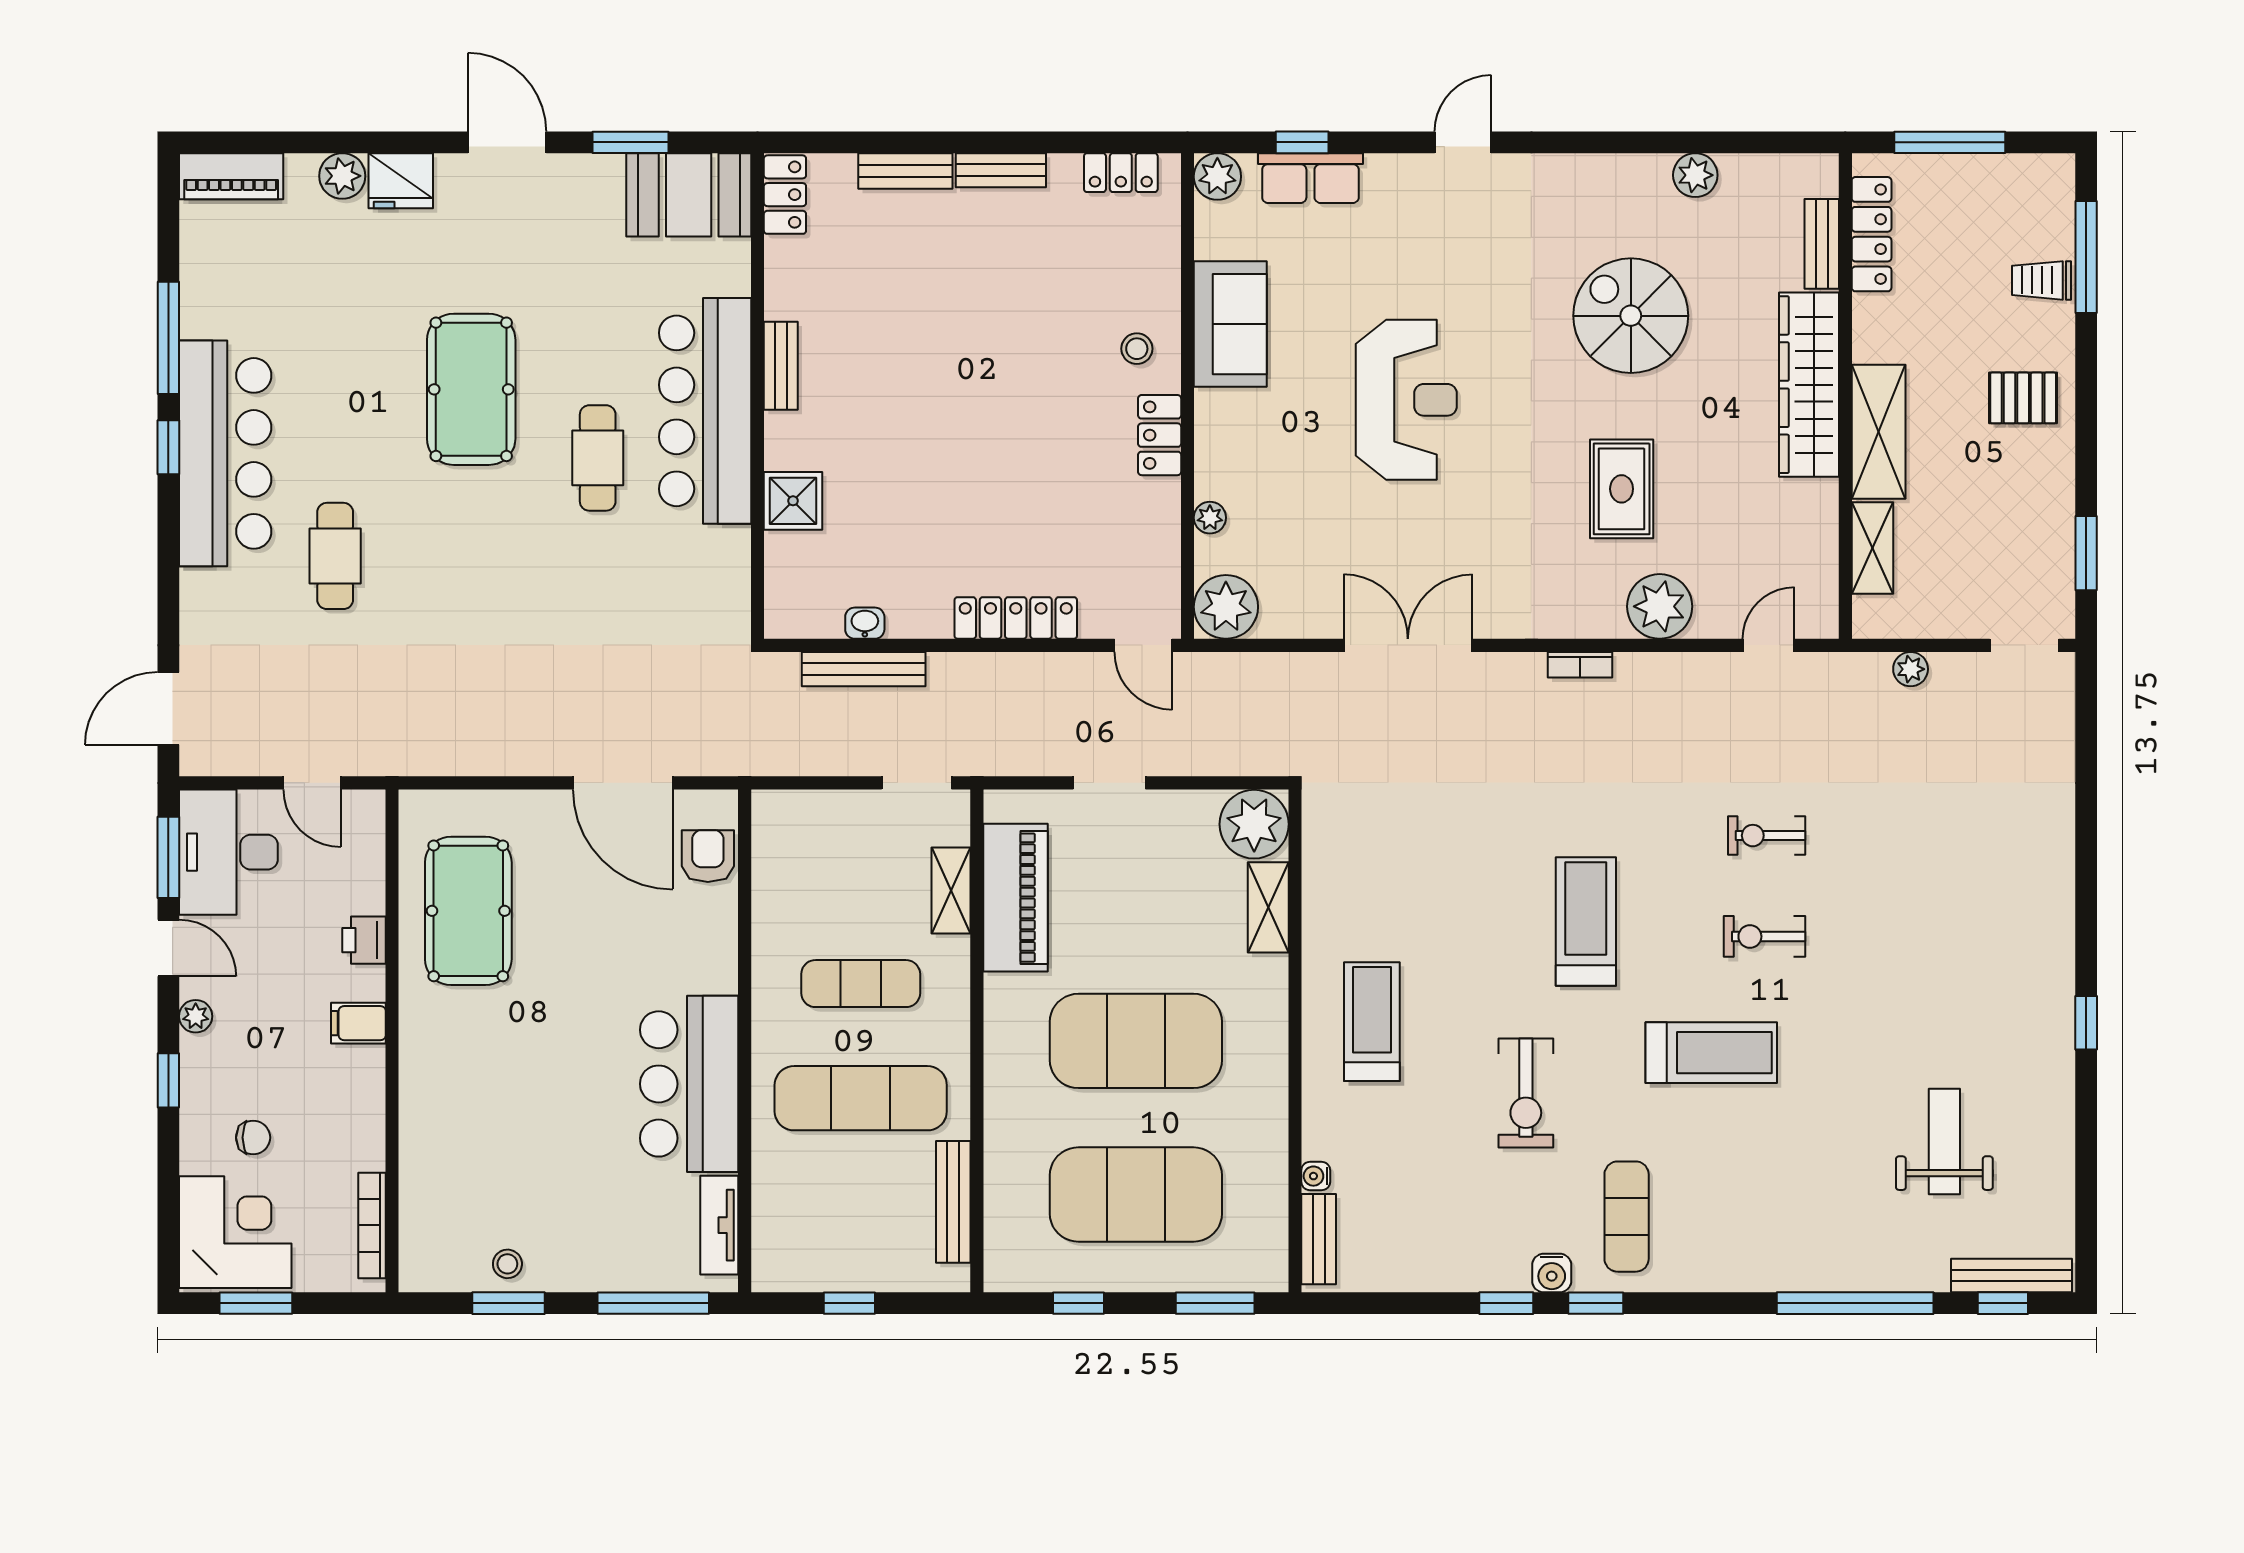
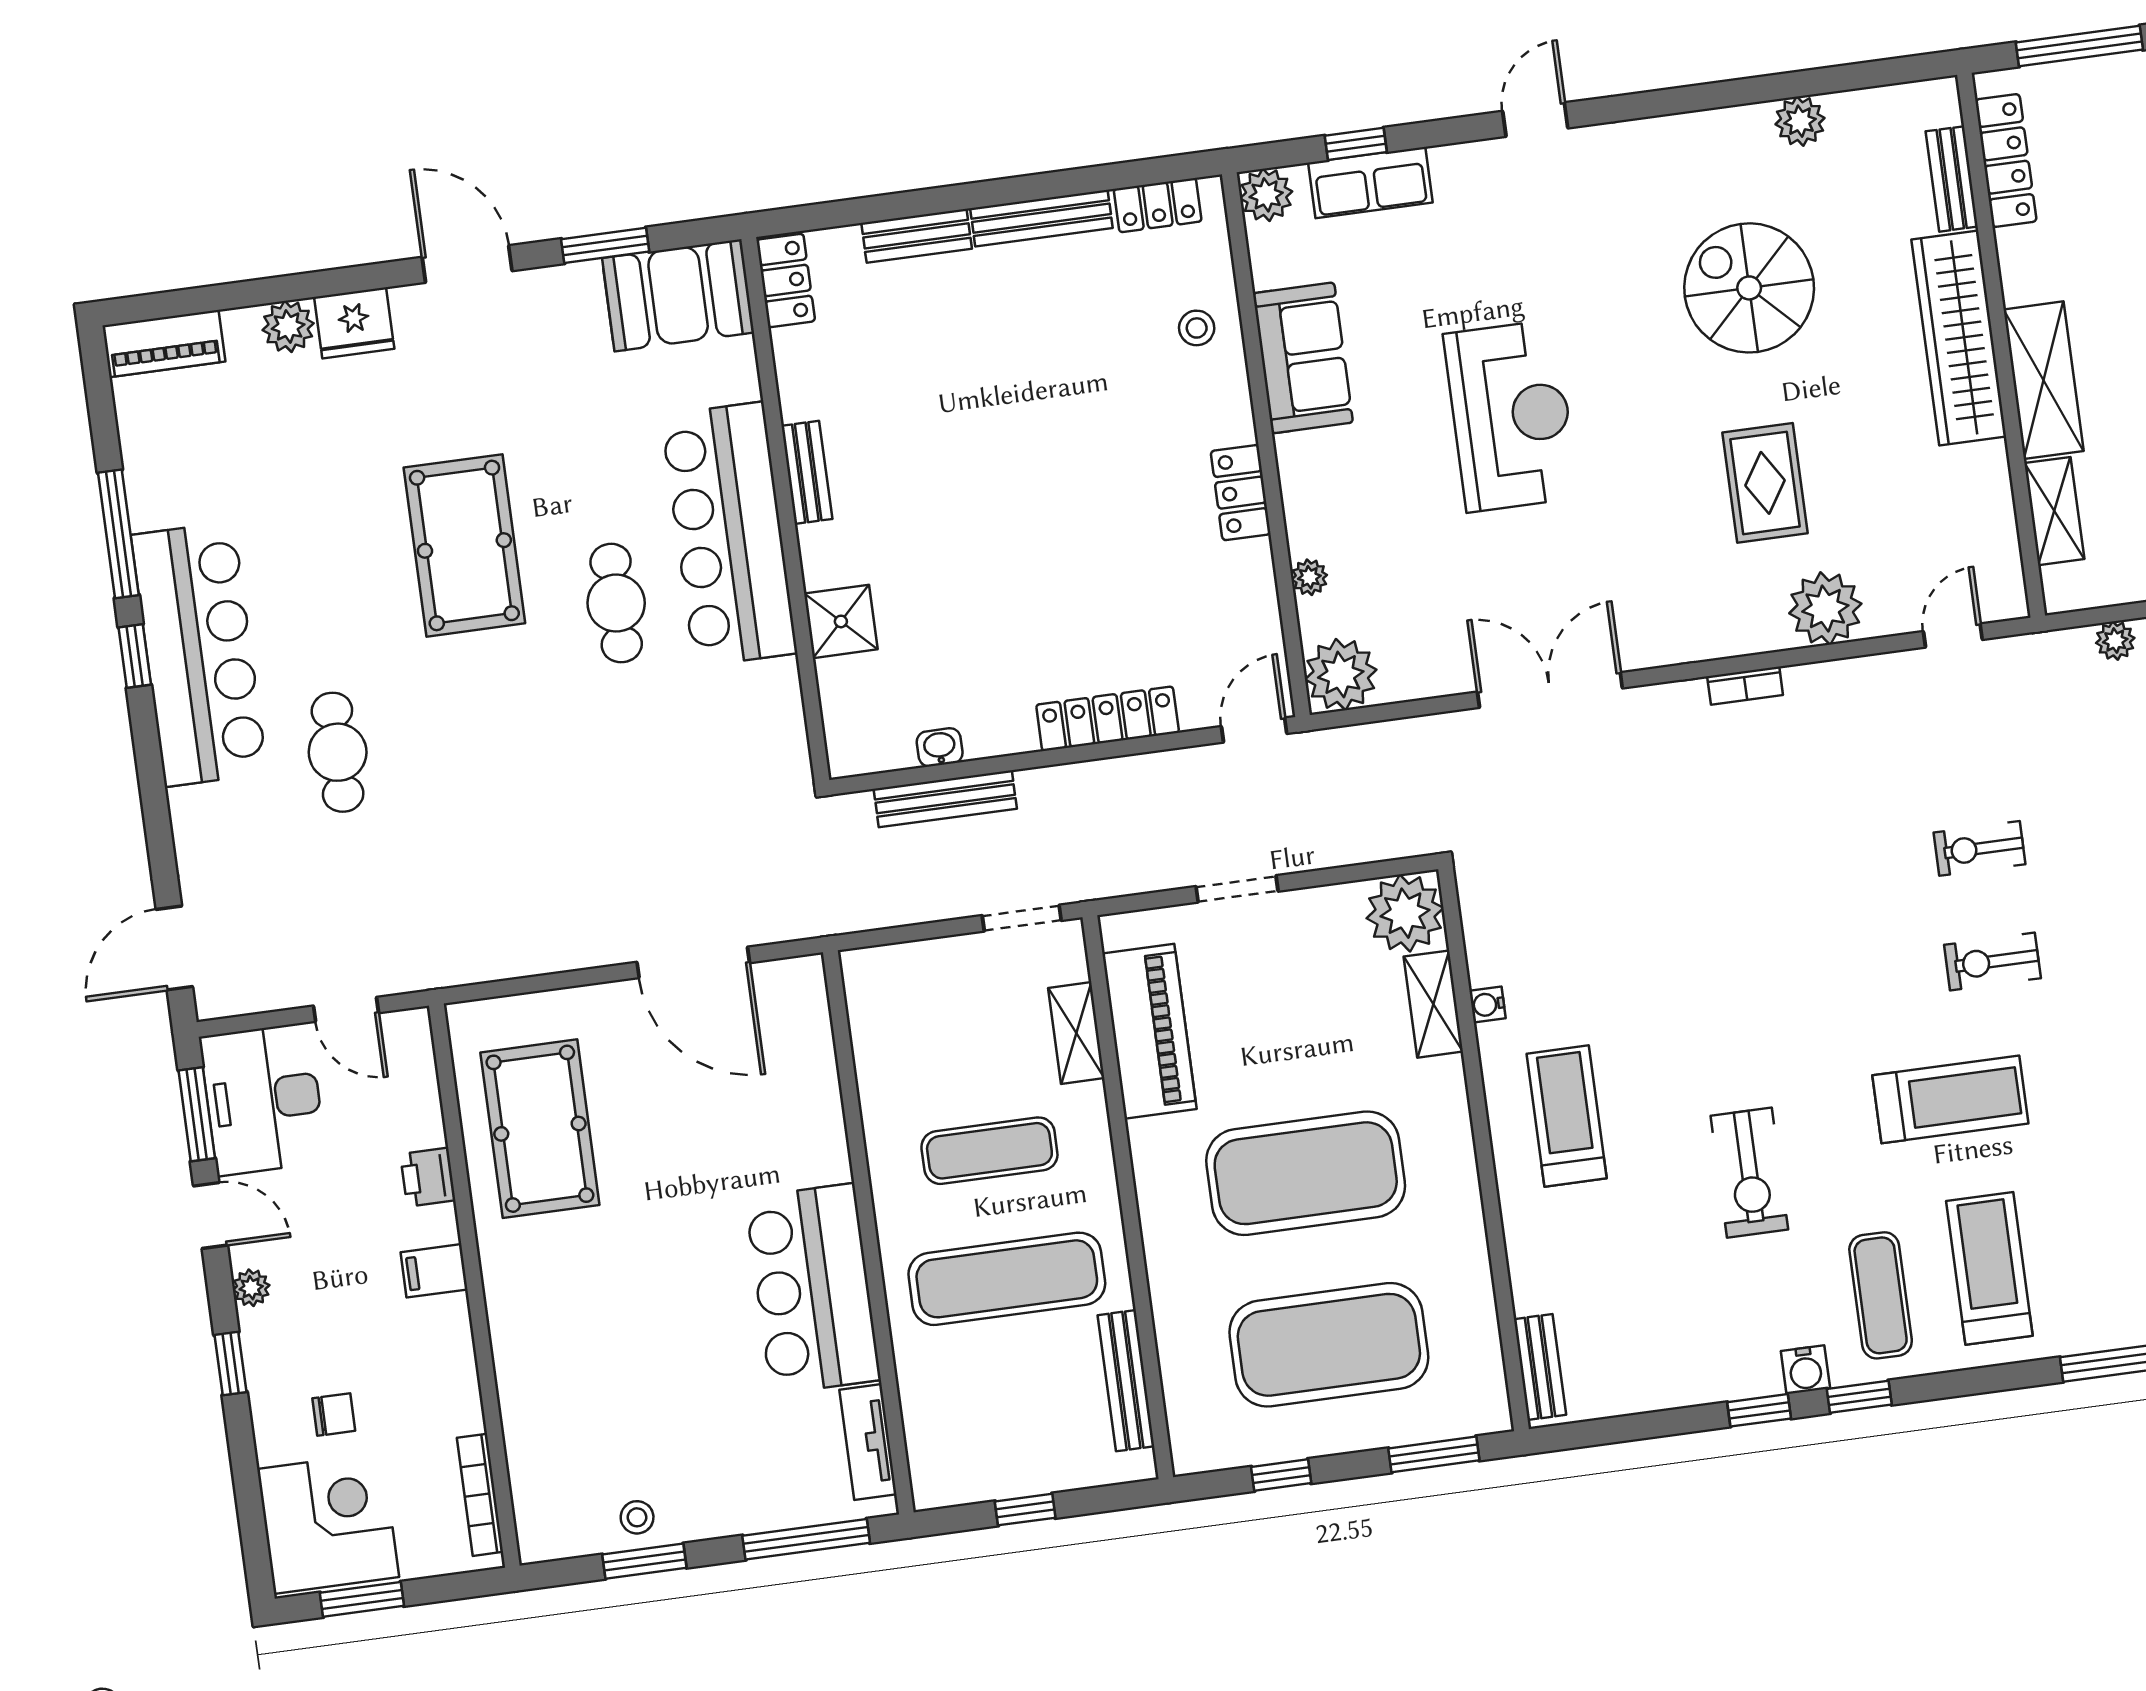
bench: (1001, 170) -> (1041, 218), width x1.36
stool: (1137, 349) -> (1197, 328), moved
door: (1143, 645) -> (1254, 730), swing flipped
armchair: (708, 856) -> (799, 1031), removed
treadmill: (1586, 921) -> (1989, 1268), moved
water cooler: (1316, 1176) -> (1488, 1004), moved

